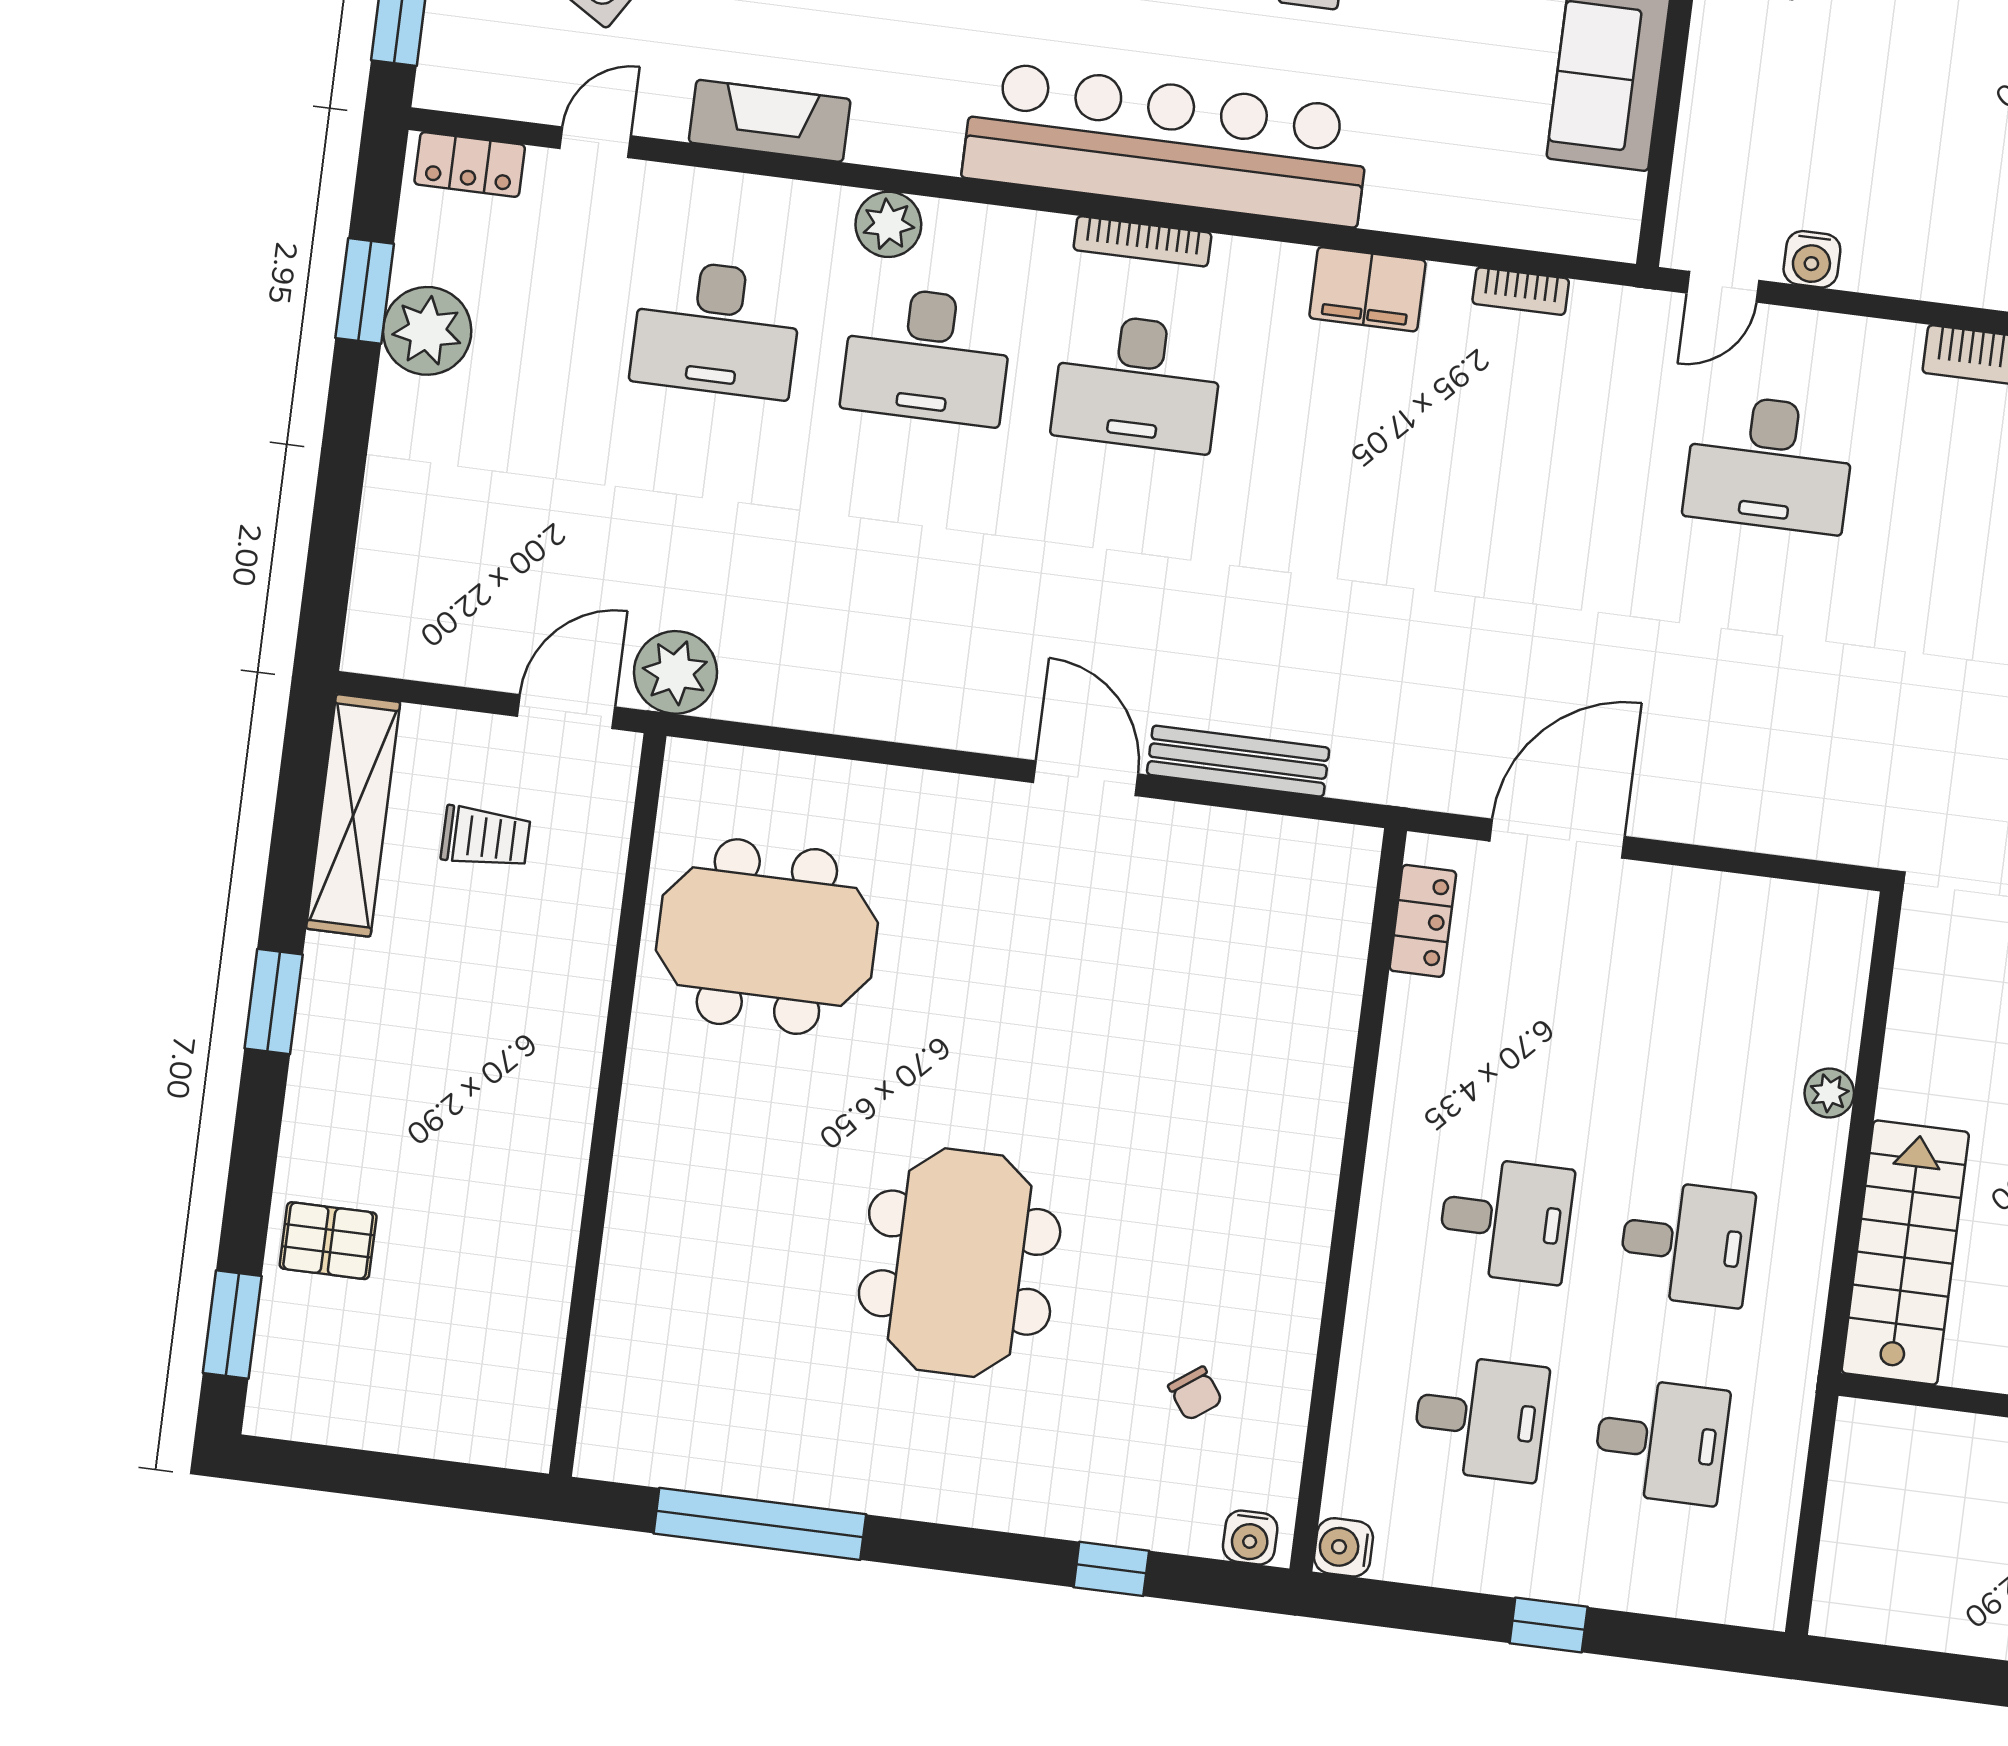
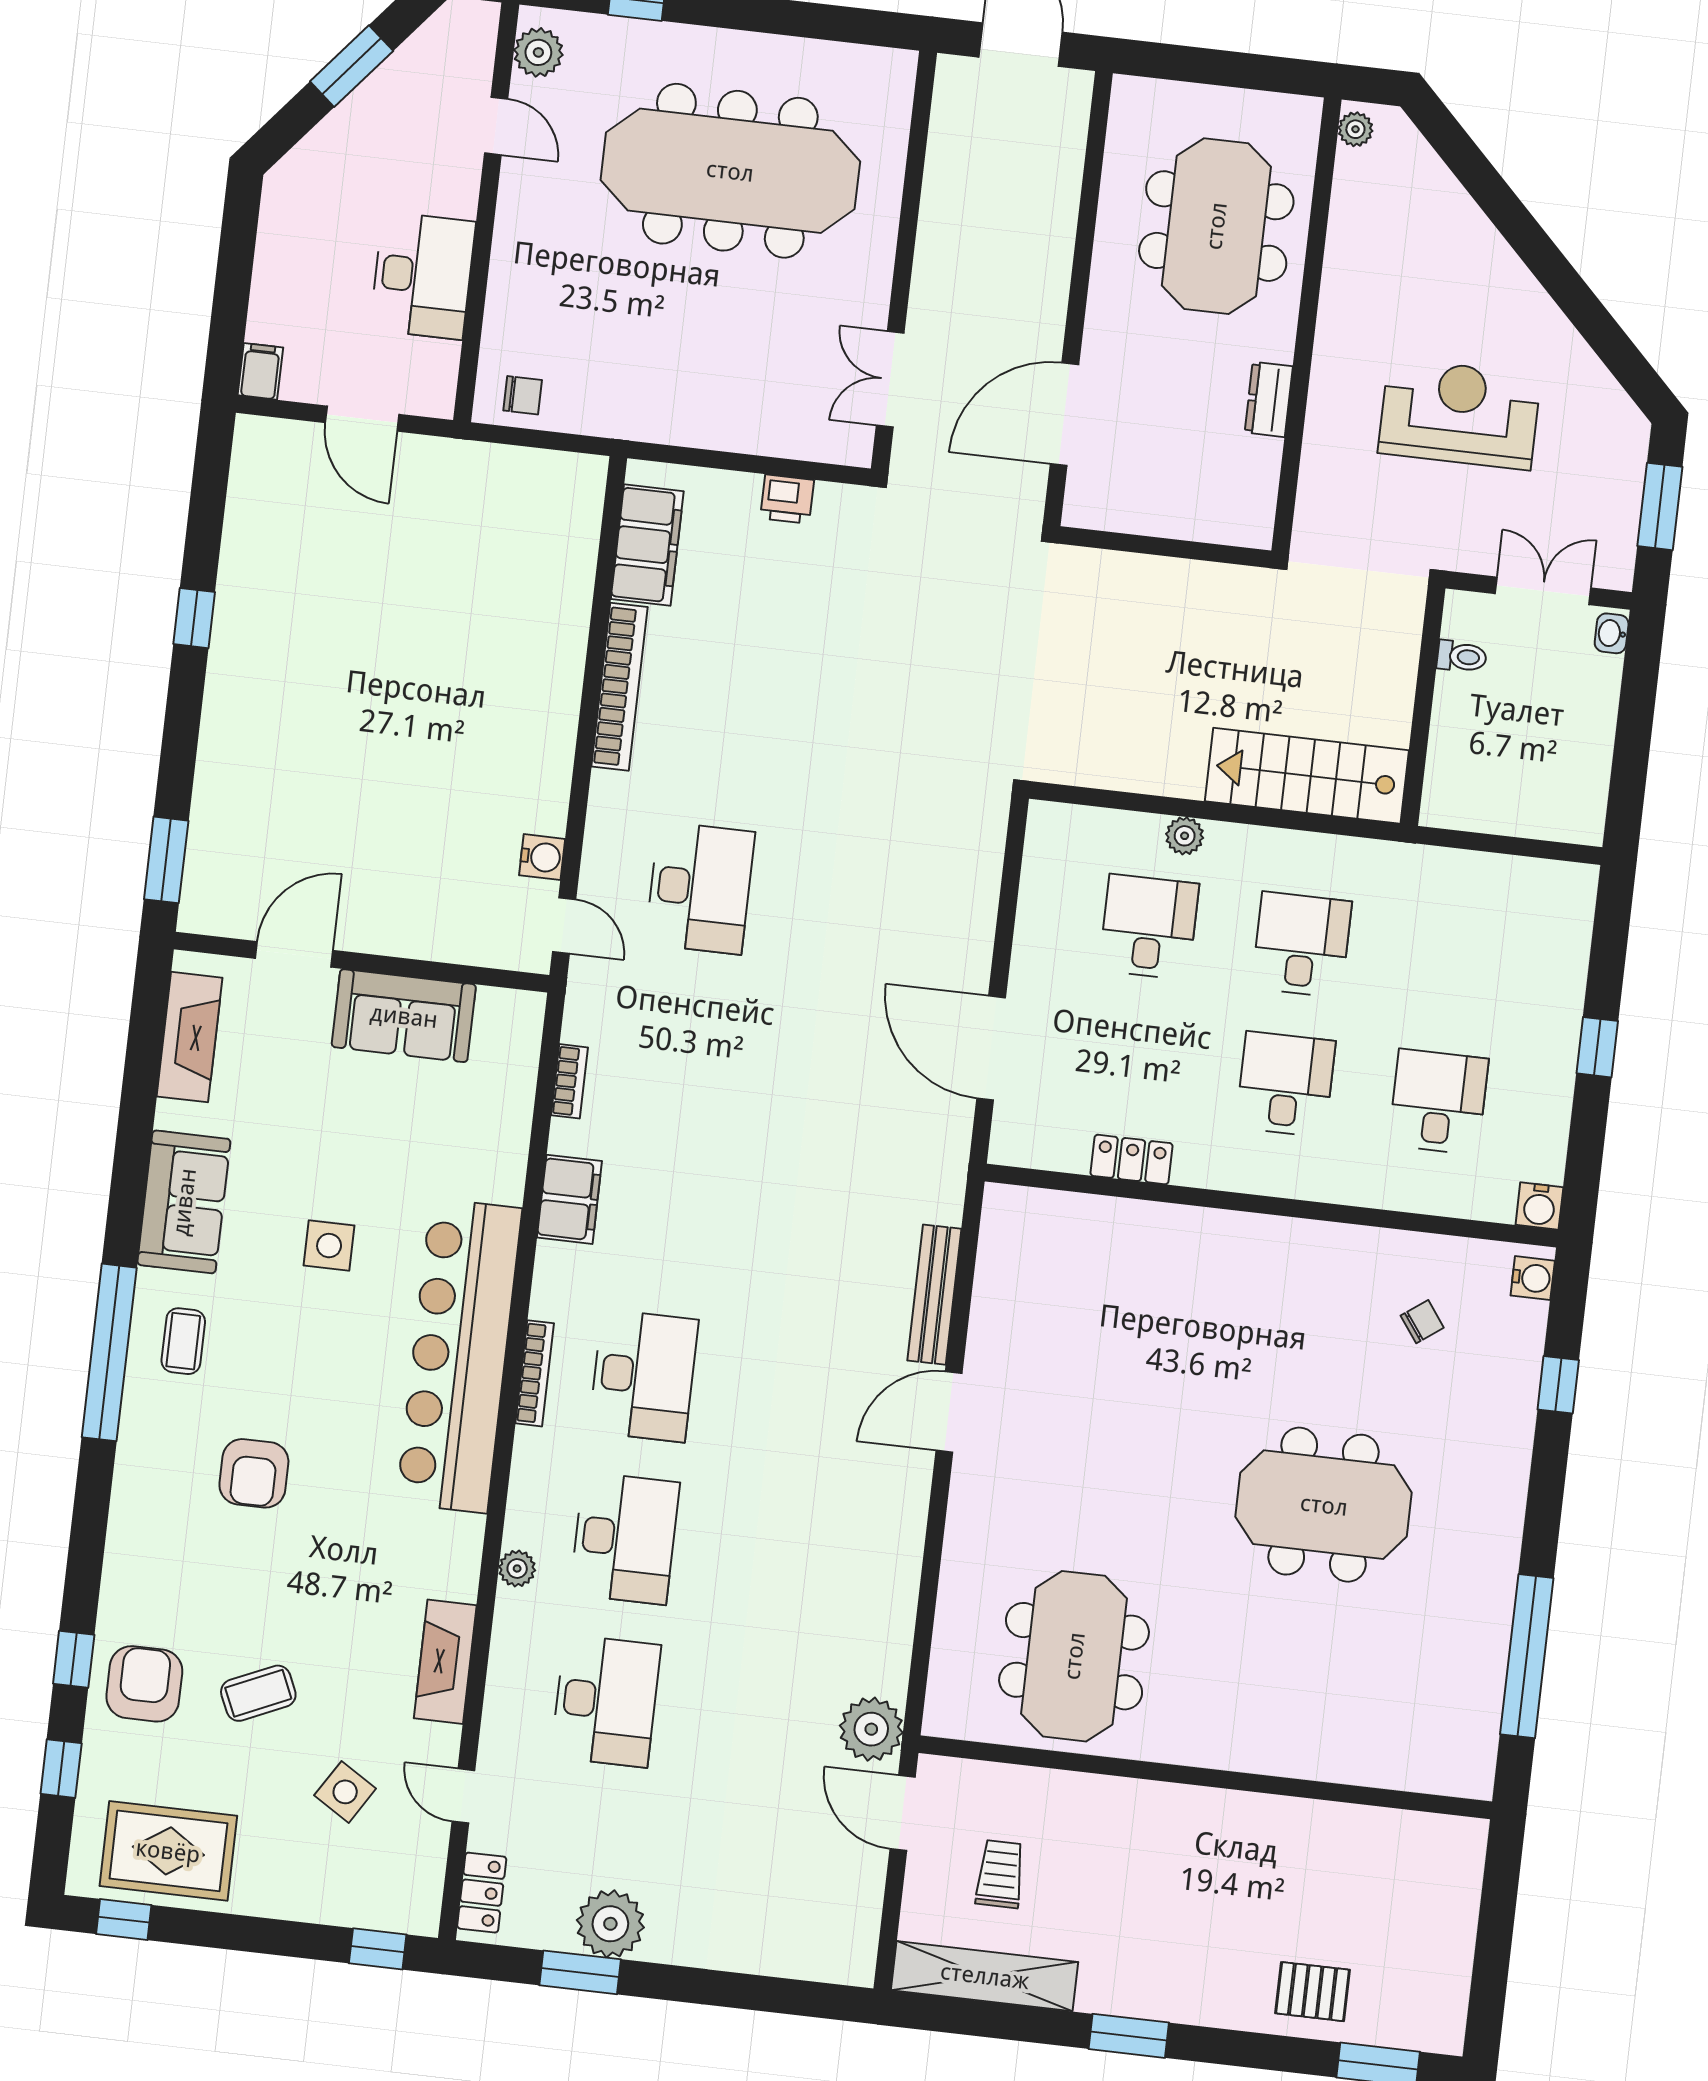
plant: (888, 224) -> (517, 1568), width x0.73, depth x0.73
locker: (1423, 921) -> (1132, 1160), moved
pallet: (328, 1241) -> (1313, 1992), turned 90
desk: (1661, 1441) -> (1149, 927), moved

